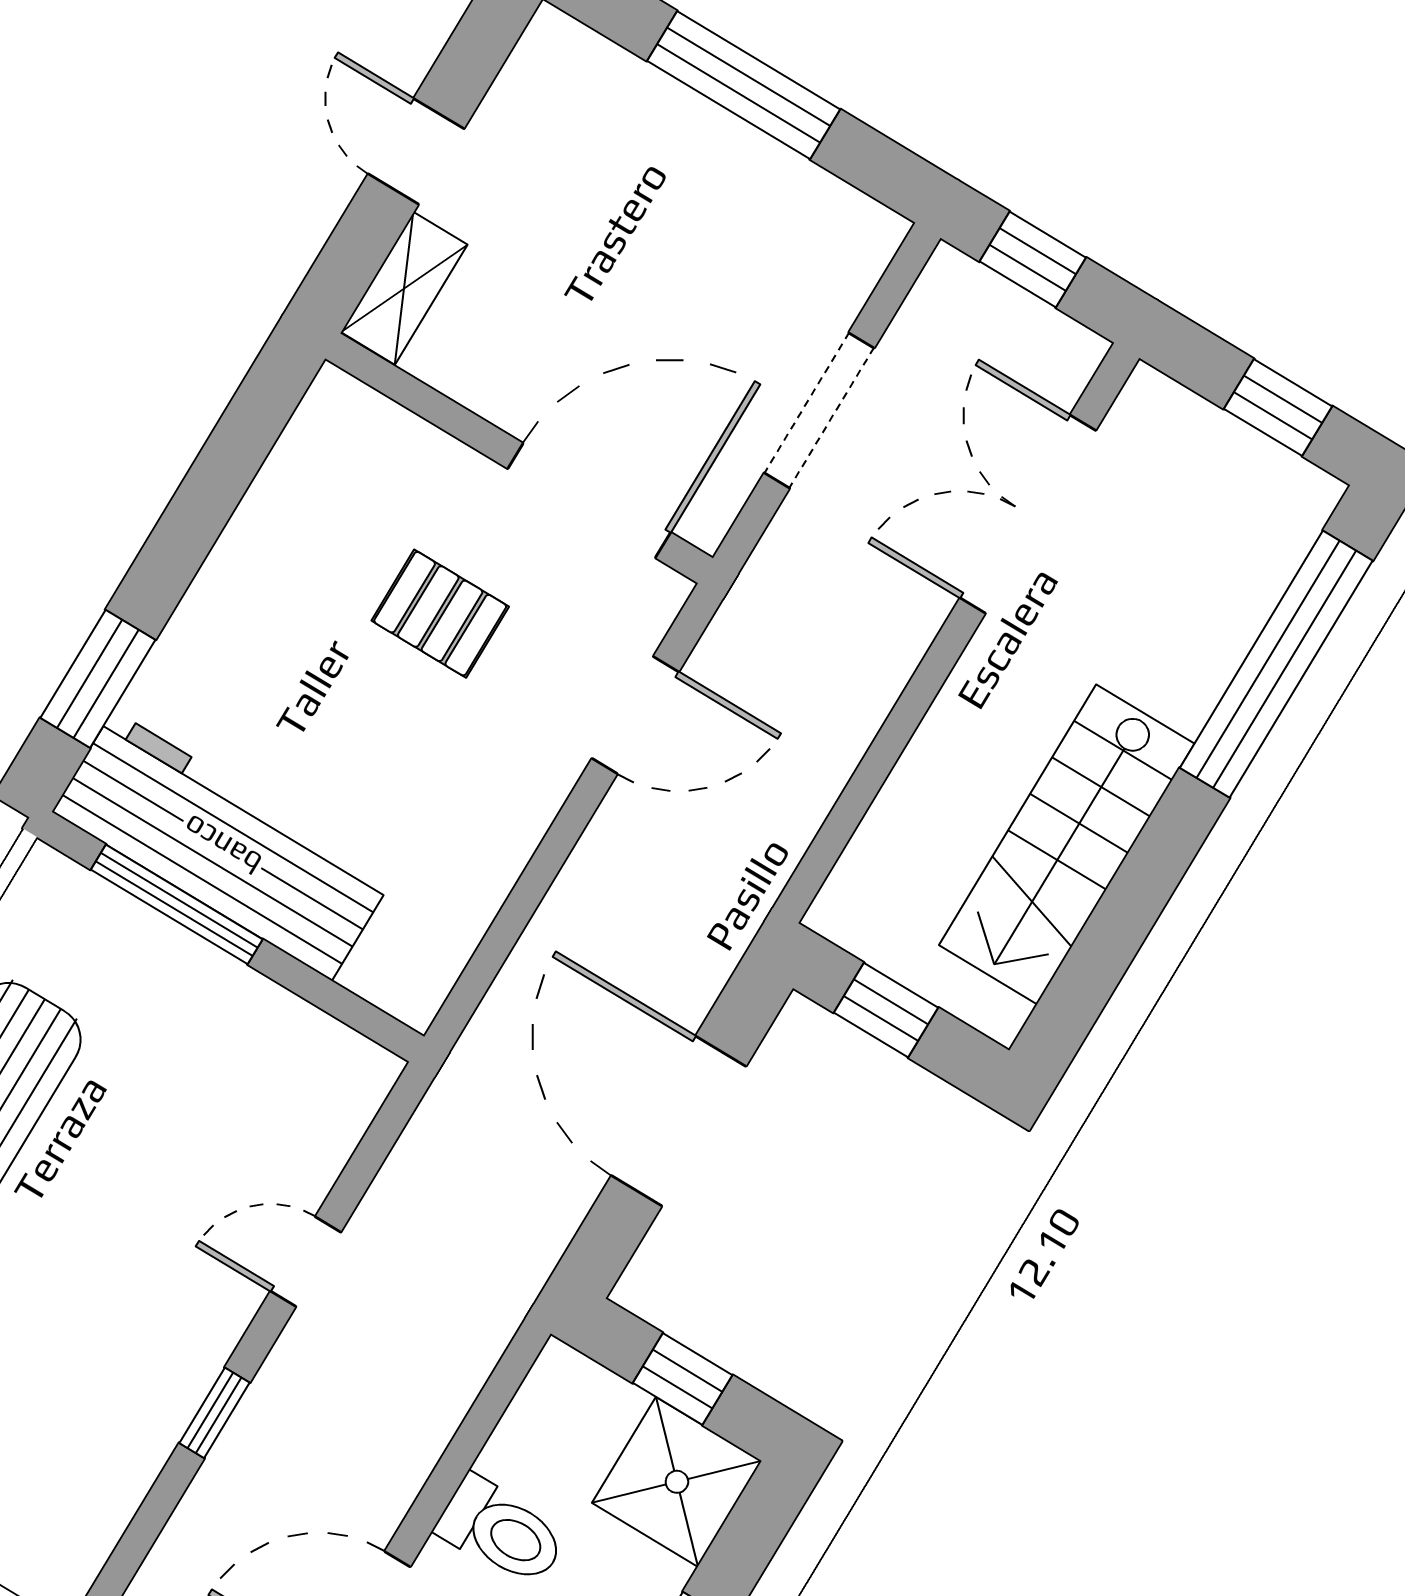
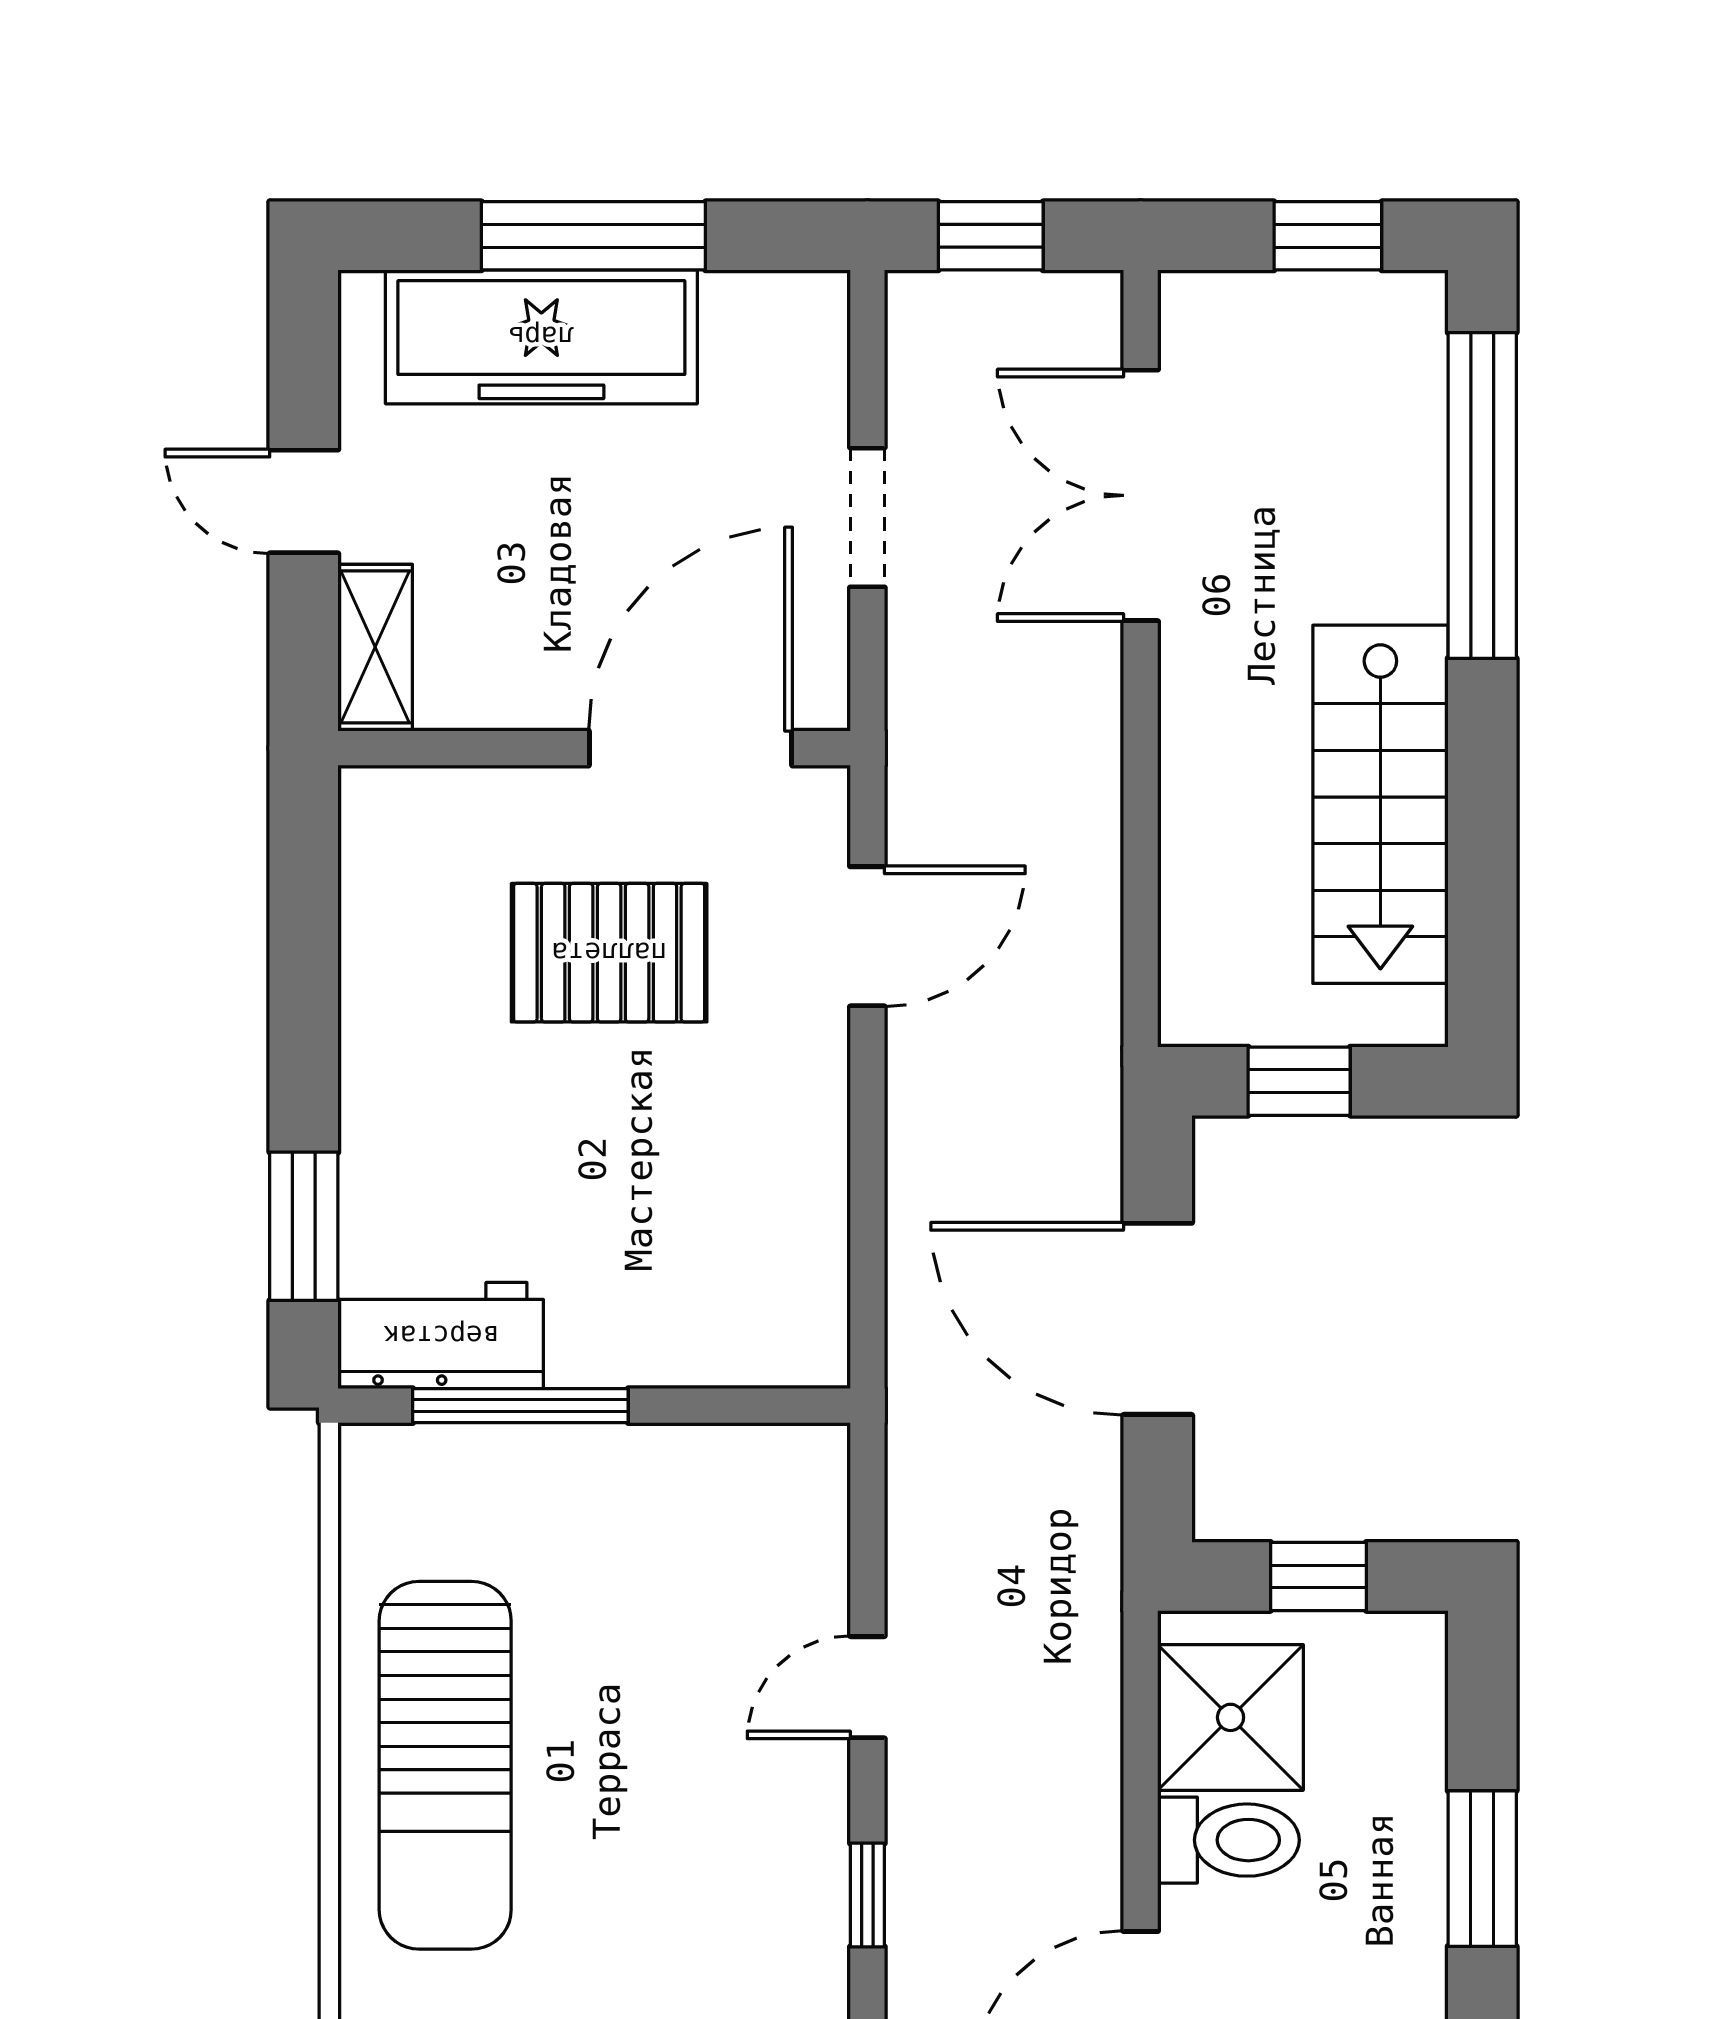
freezer: (661, 136) -> (541, 337), added
doorway: (819, 410) -> (867, 518), width x0.73
pallet: (440, 614) -> (609, 953), width x1.50, depth x1.42
workbench: (222, 845) -> (441, 1336), width x0.53, depth x0.76
shower: (677, 1482) -> (1231, 1717), moved

